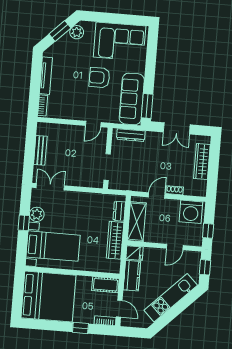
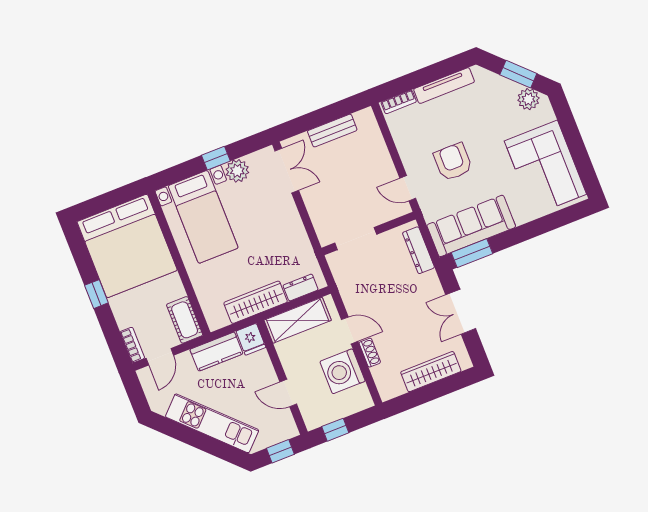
armchair: (99, 78) -> (453, 162), moved
washing machine: (191, 212) -> (343, 371), moved
window: (80, 328) -> (96, 294), moved

